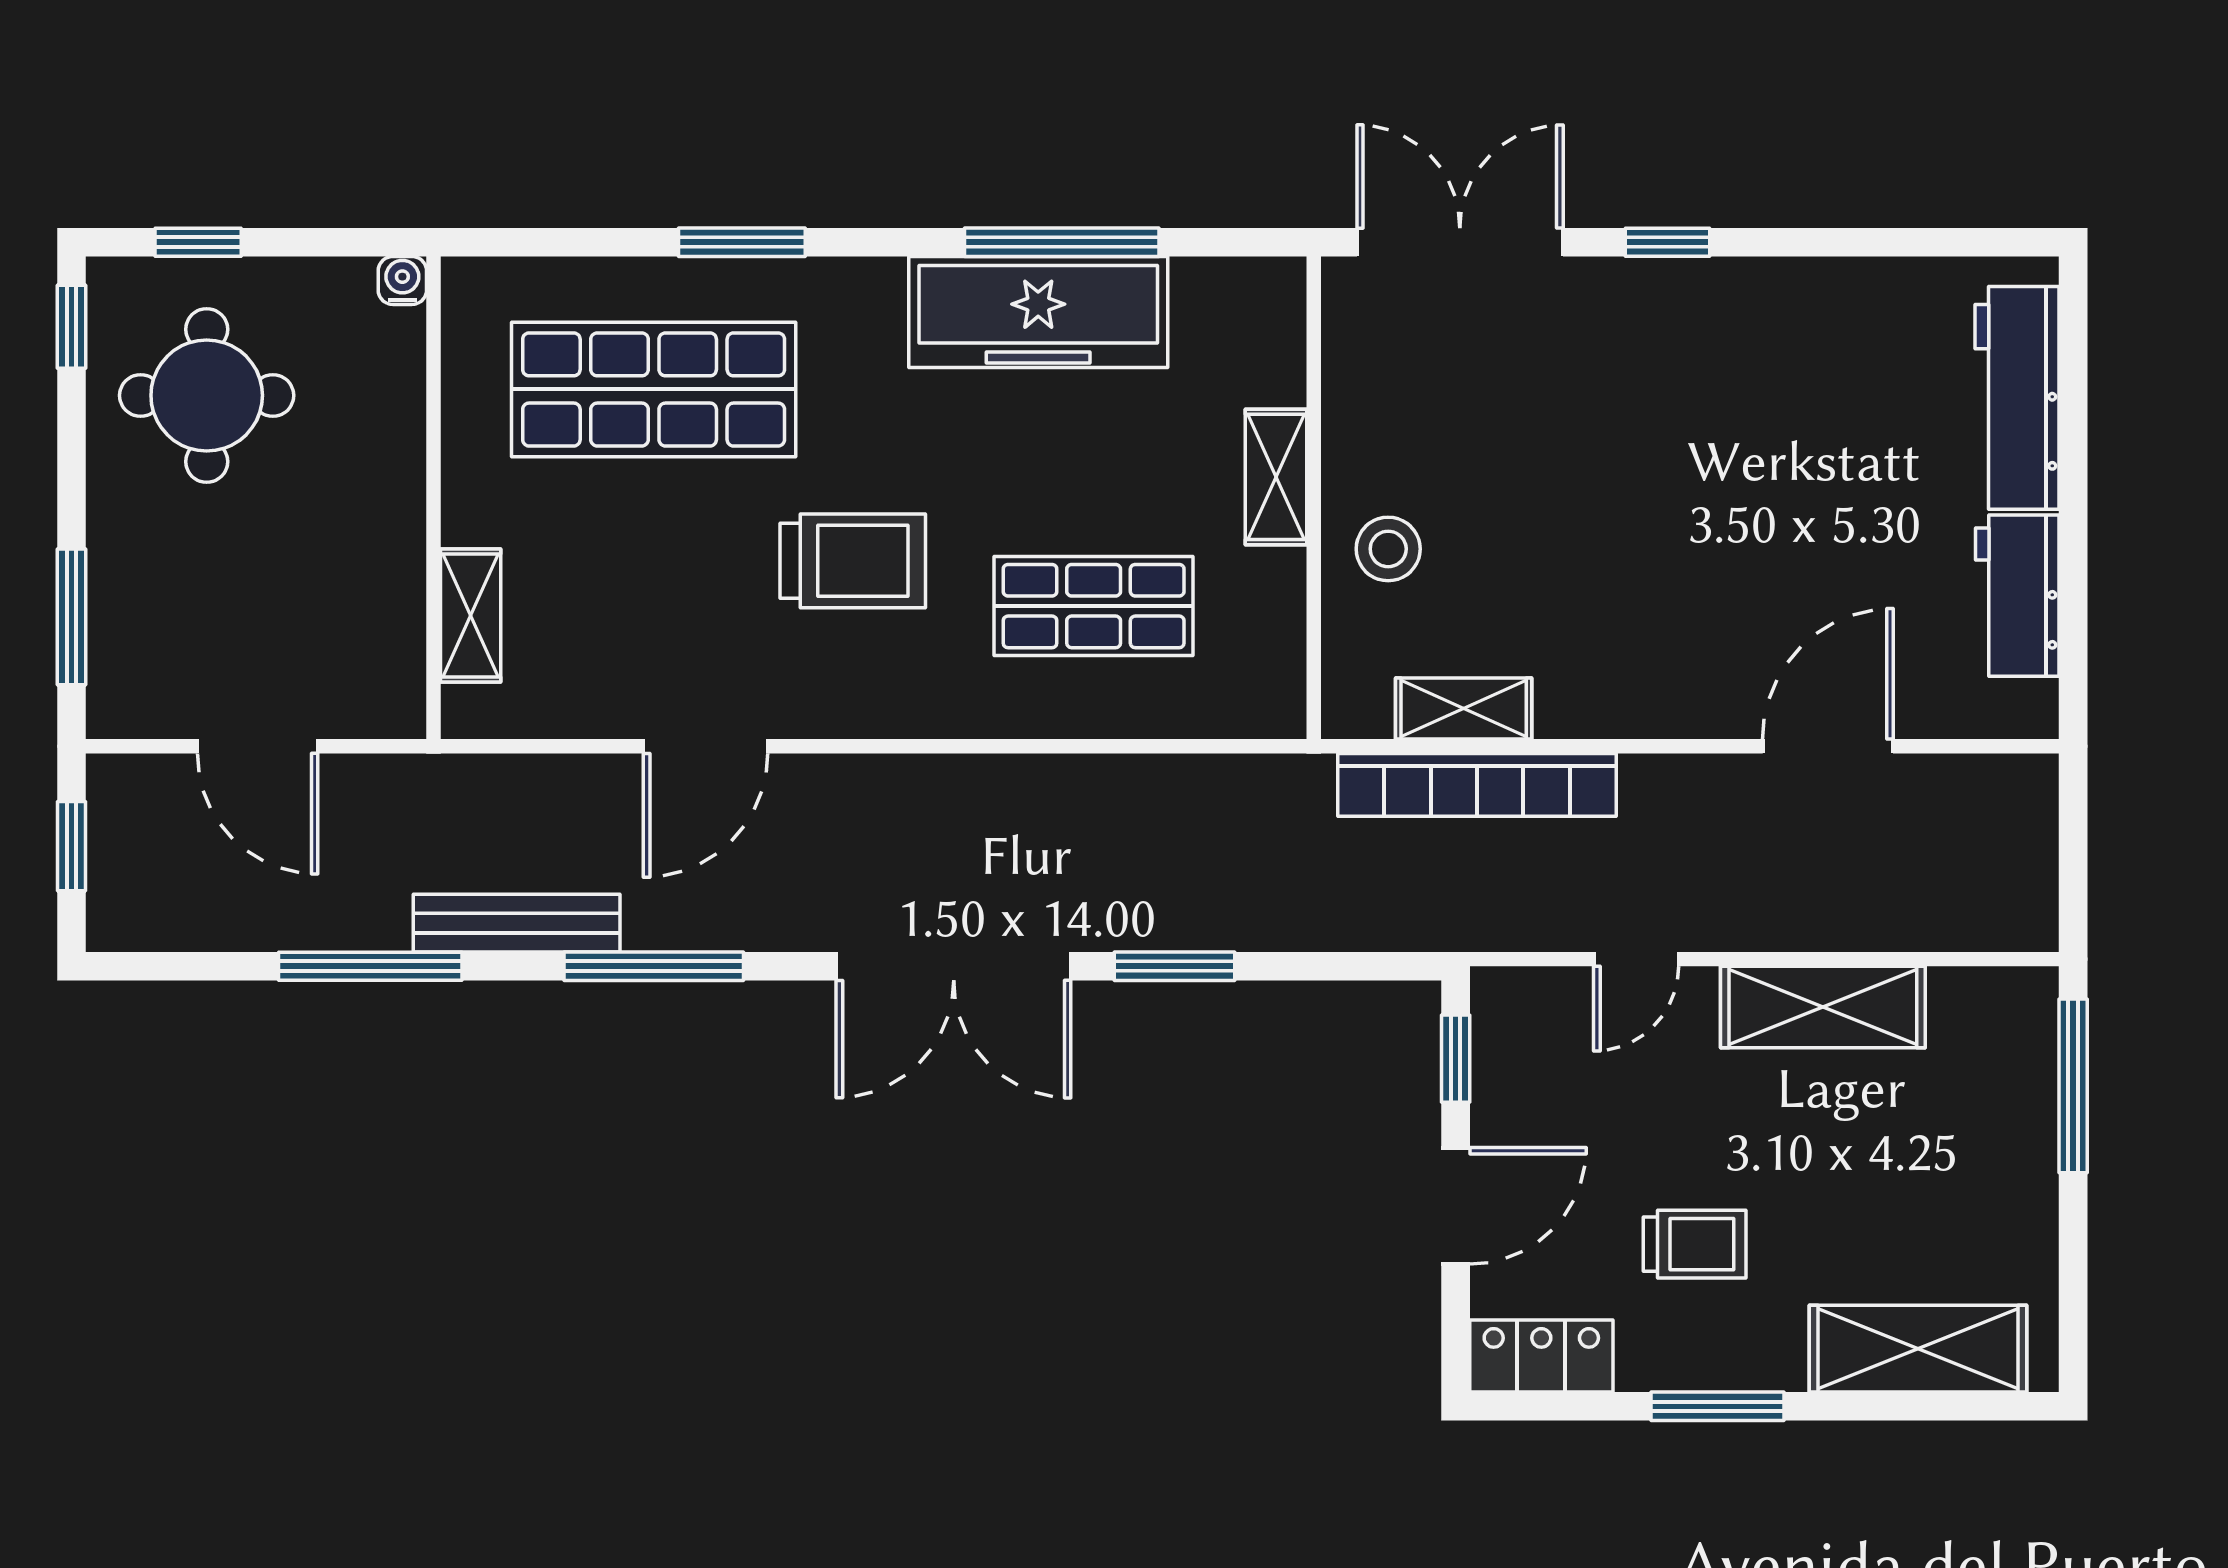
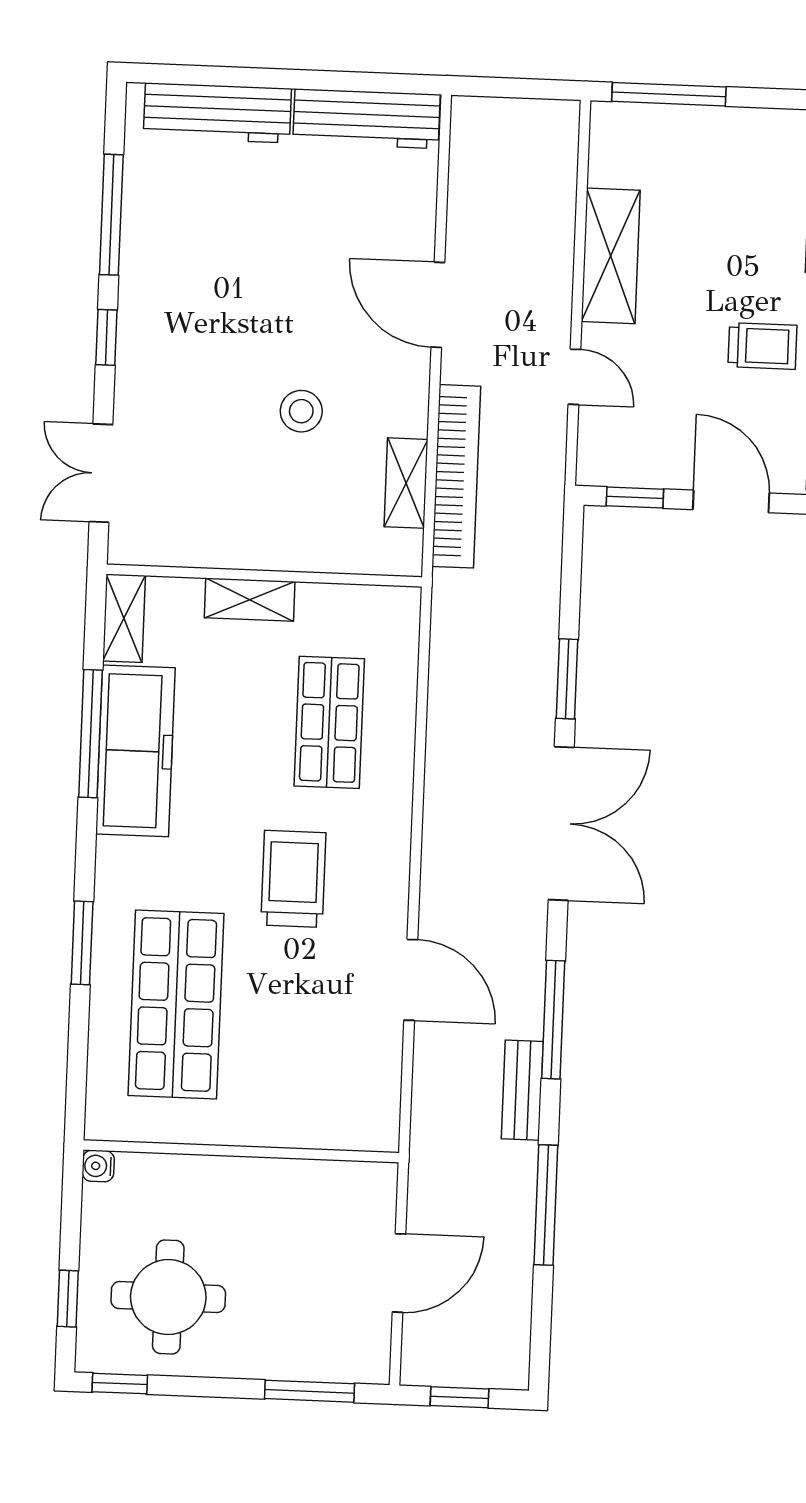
double door: (1460, 242) -> (101, 473), width x0.73
window: (1855, 242) -> (111, 215), added
stool: (1388, 549) -> (301, 411), moved
workbench: (2017, 596) -> (367, 119), width x1.38
shelving: (471, 615) -> (124, 618), moved, turned 90
door: (1828, 746) -> (438, 305), moved
bench: (517, 923) -> (522, 1090), width x0.73
trolley: (1695, 1244) -> (762, 346), turned 90

